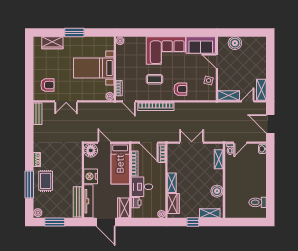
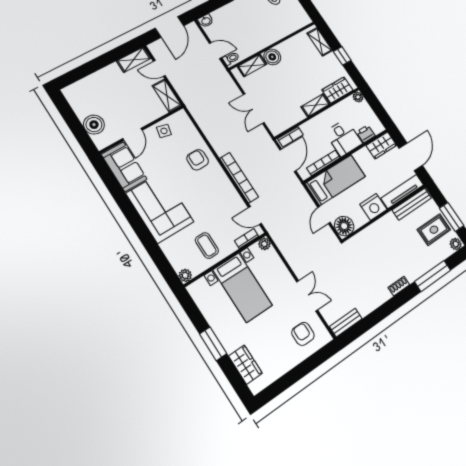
coffee table: (155, 79) -> (207, 246), moved
door: (129, 101) -> (255, 216), swing flipped
rug: (46, 181) -> (434, 230), moved
boiler: (217, 191) -> (272, 57), moved

